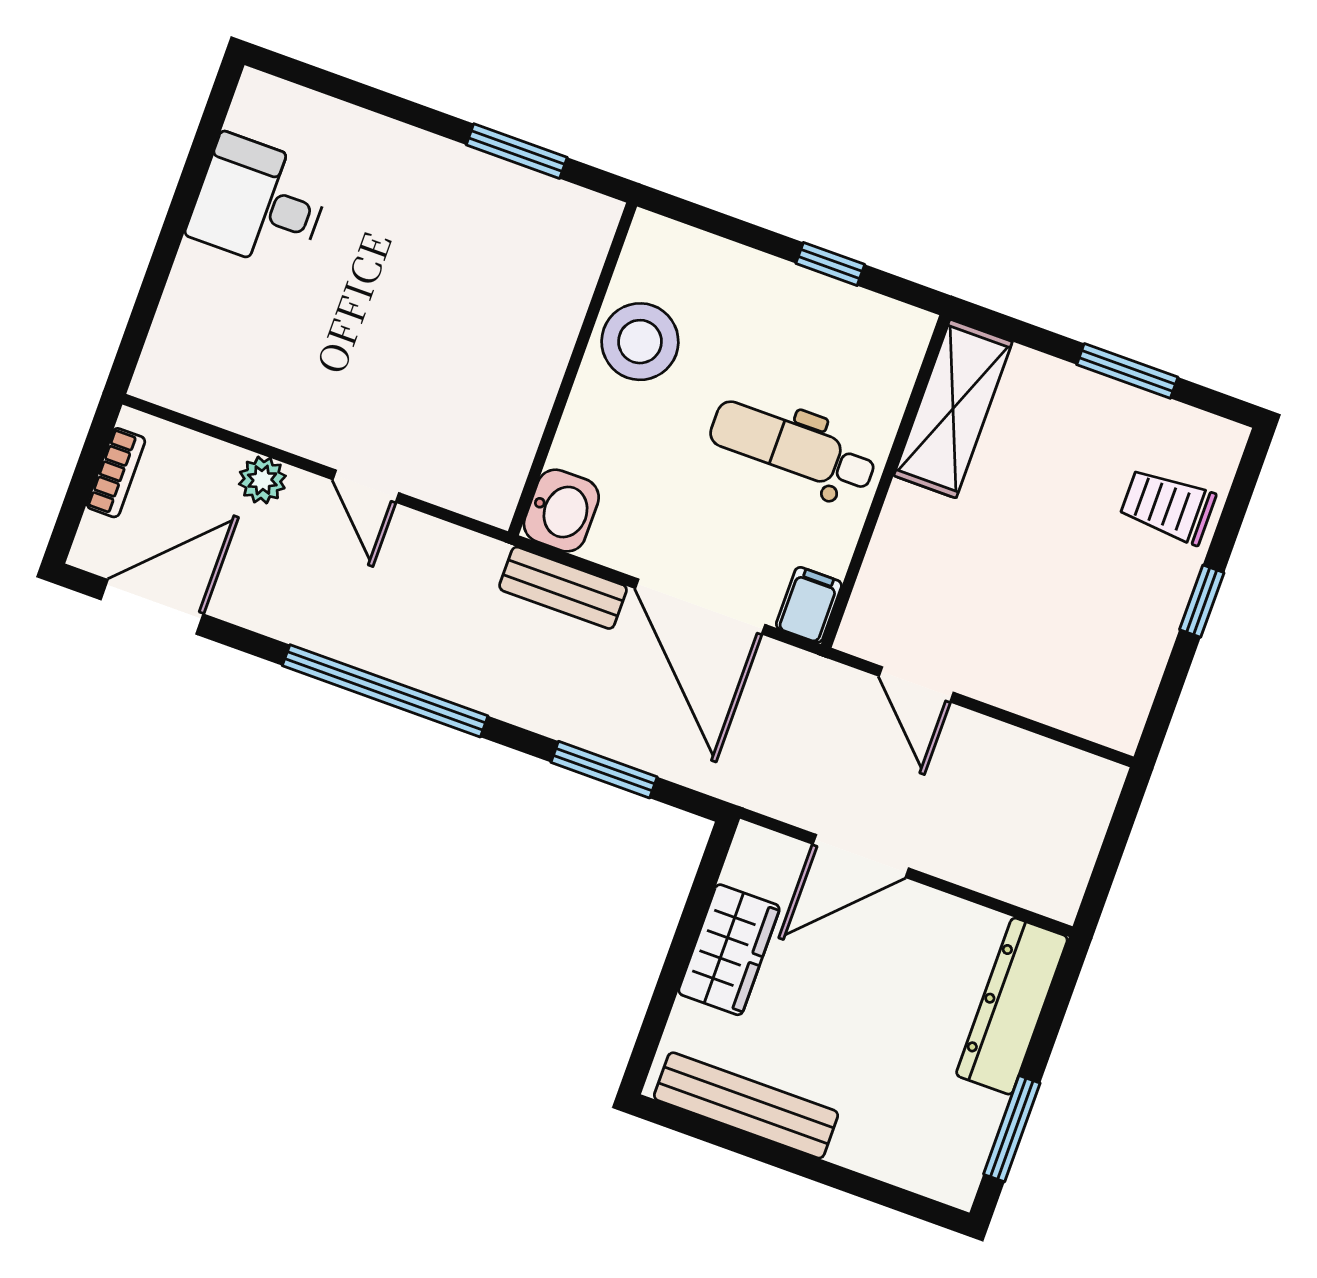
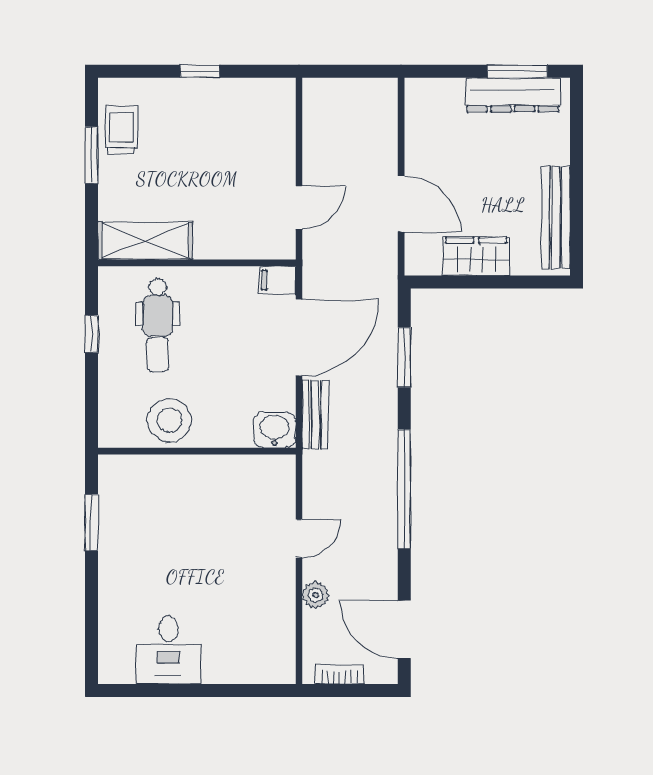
dental chair: (793, 448) -> (158, 325), moved
trolley: (1168, 506) -> (121, 131), moved, turned 180
dresser: (1012, 1006) -> (513, 95), moved

